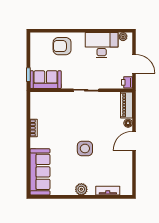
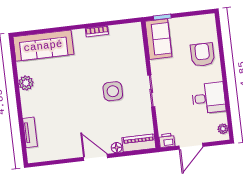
desk: (102, 45) -> (209, 98), width x0.73
side table: (85, 148) -> (113, 91), moved
plant: (81, 189) -> (26, 83), moved

